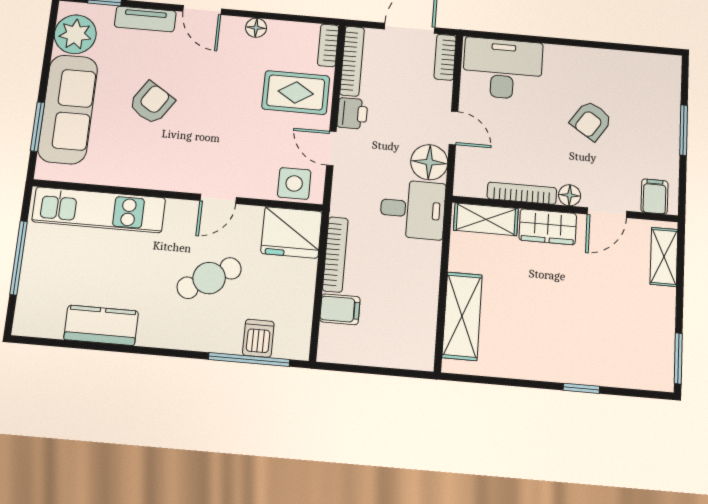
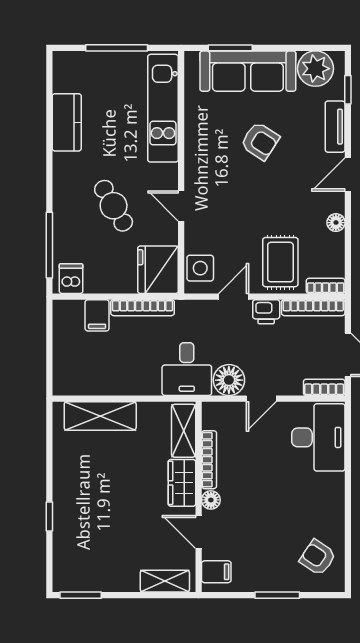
armchair: (591, 121) -> (318, 558), moved
dishwasher: (258, 338) -> (71, 279), moved, turned -90

